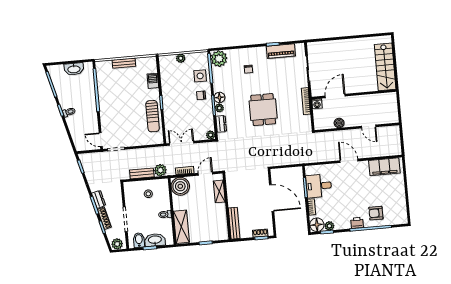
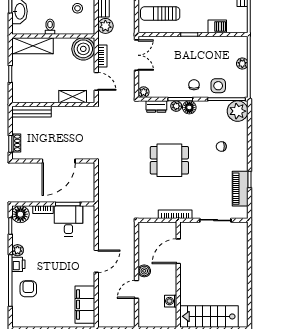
door: (335, 96) -> (178, 251), swing flipped
washing machine: (317, 104) -> (171, 301), moved
sun lounger: (153, 116) -> (160, 13), moved
boiler: (339, 123) -> (144, 271), moved
plant: (329, 226) -> (18, 250), moved

